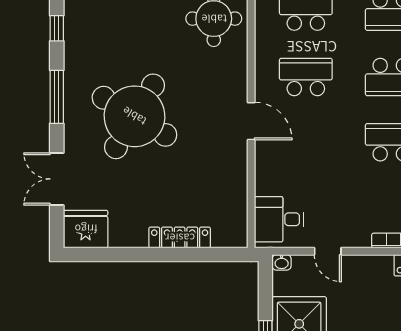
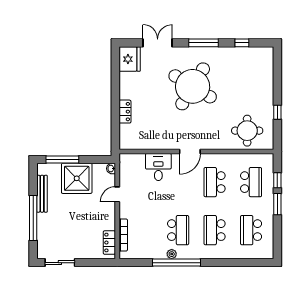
school desk: (306, 77) -> (215, 182), turned 180
desk: (279, 219) -> (158, 167), moved
locker: (180, 238) -> (125, 112), width x0.66

